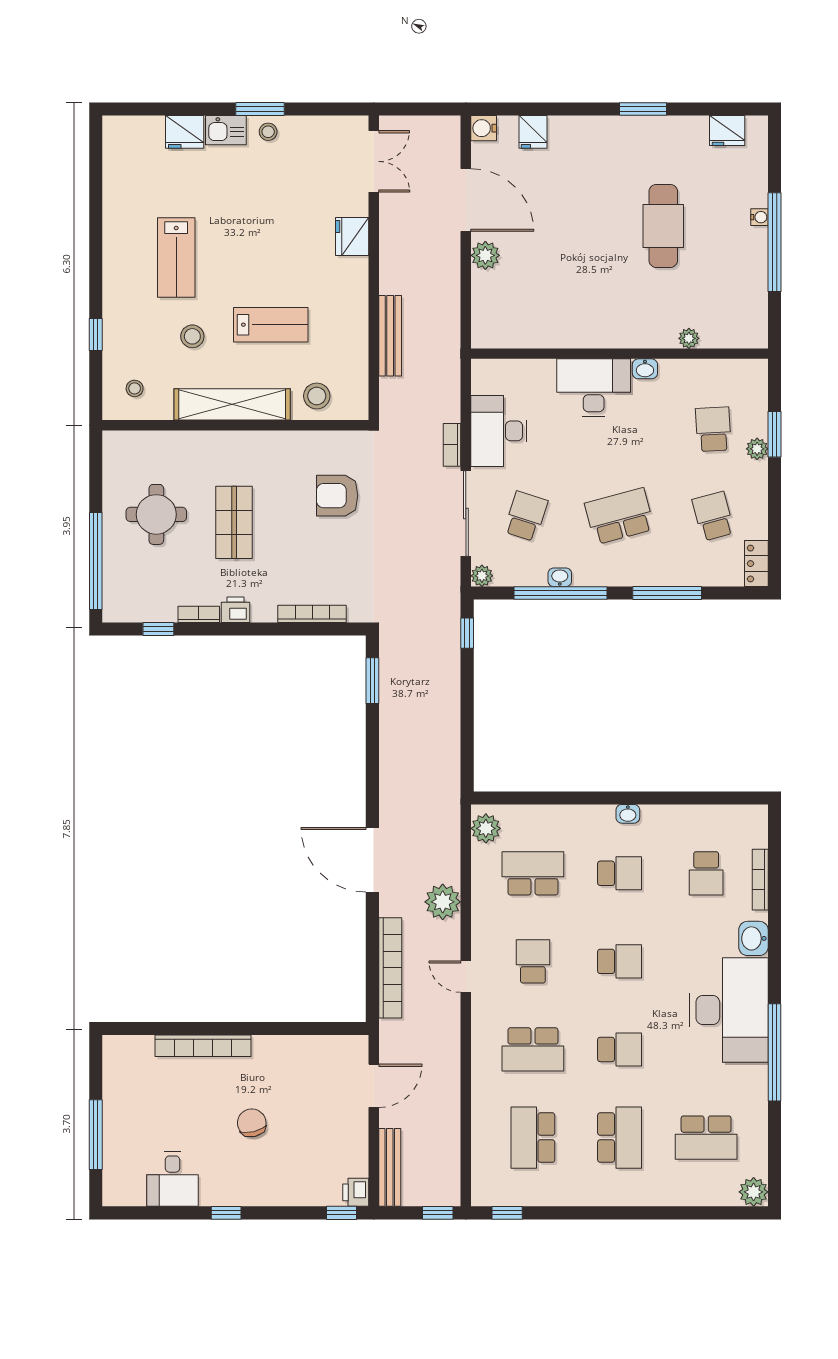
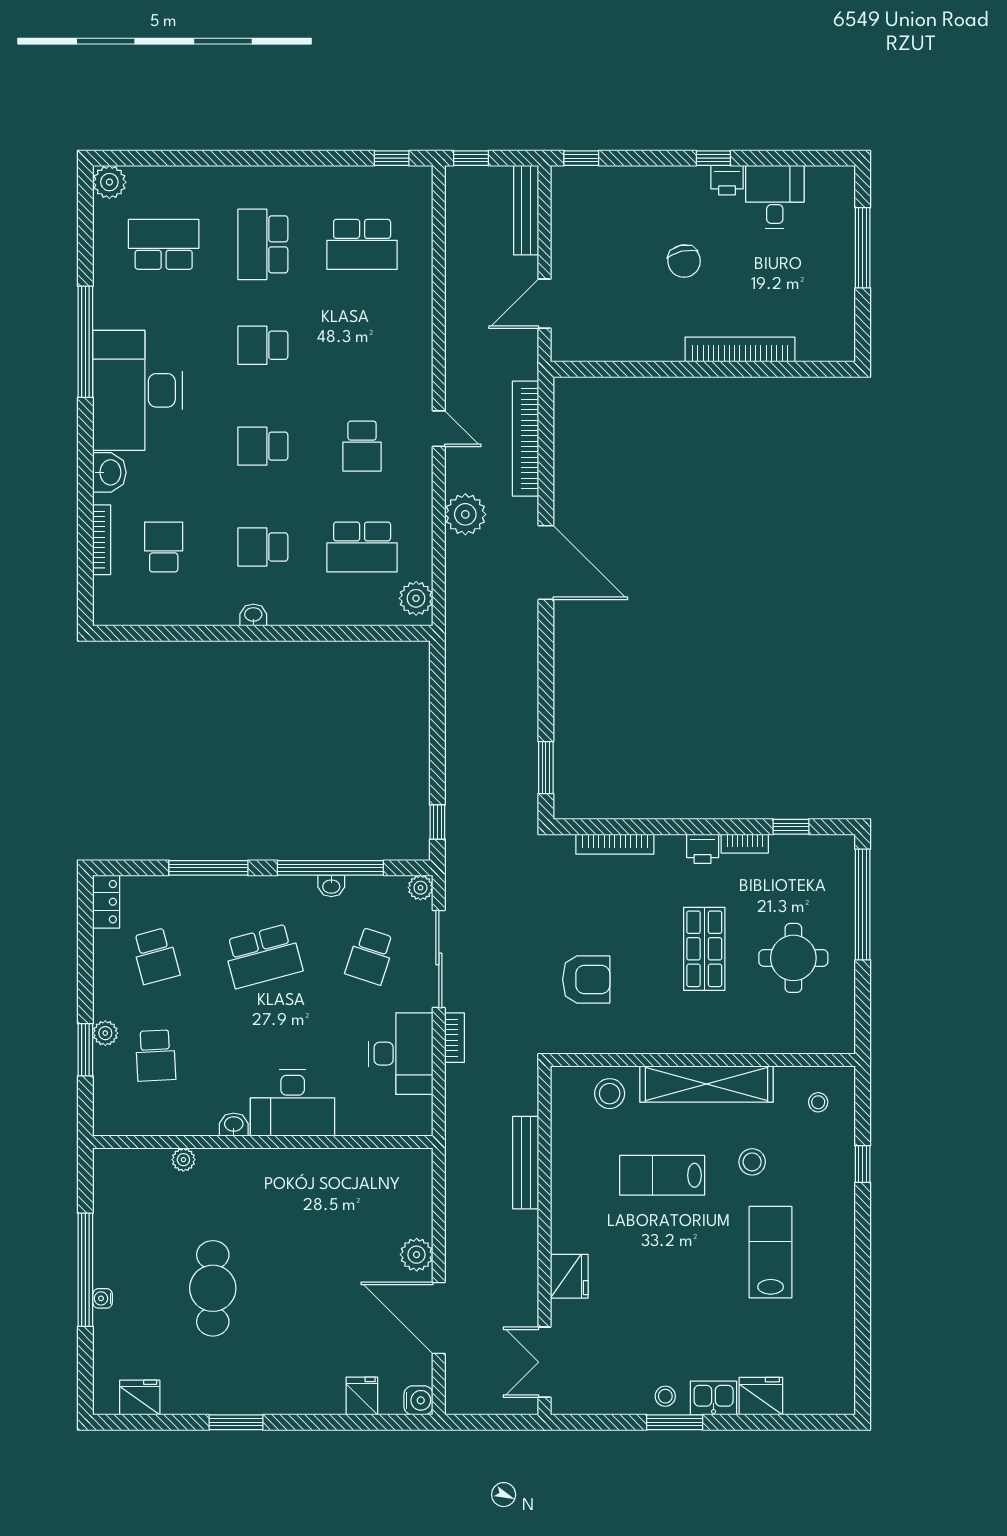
school desk: (533, 1049) -> (362, 345), removed
school desk: (533, 1138) -> (362, 244), turned 90
printer: (356, 1192) -> (727, 180), moved, turned 90

